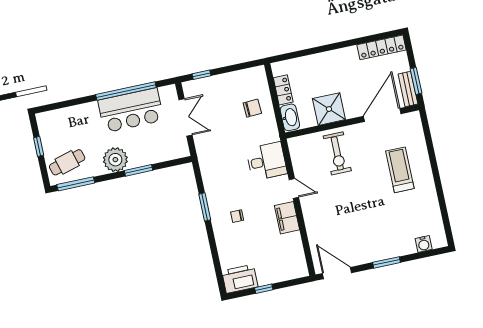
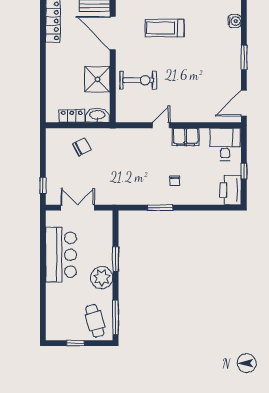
window: (126, 91) -> (43, 255), removed
chair: (252, 108) -> (82, 147), turned 65
desk: (267, 161) -> (225, 144), moved

